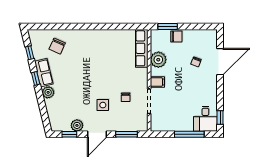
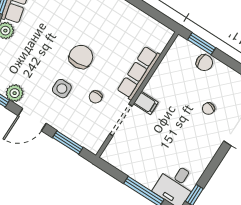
row of seats: (142, 48) -> (139, 73), moved
plant: (158, 60) -> (164, 77), removed
chair: (102, 79) -> (81, 57), added

